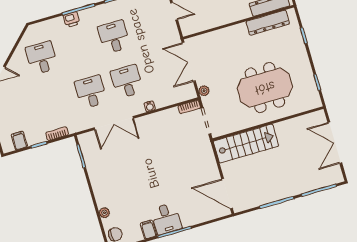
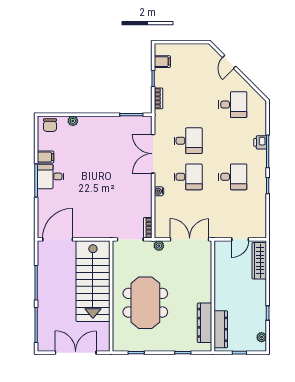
stairs: (246, 144) -> (93, 281), width x1.36, depth x1.51

